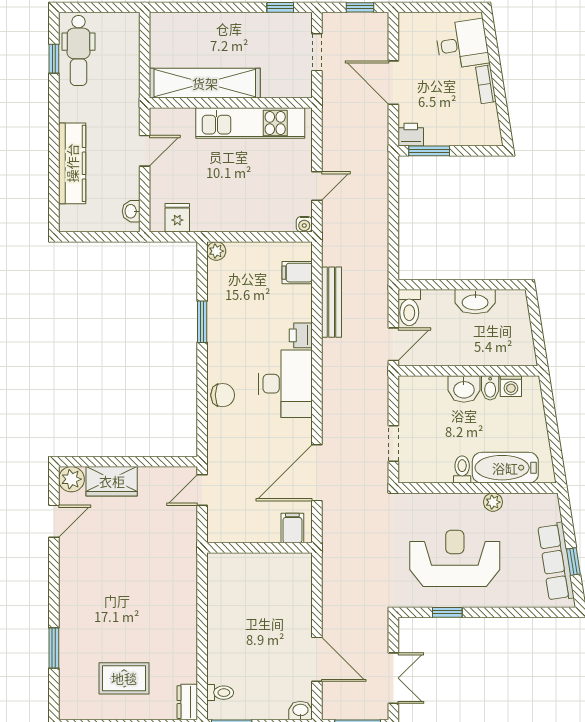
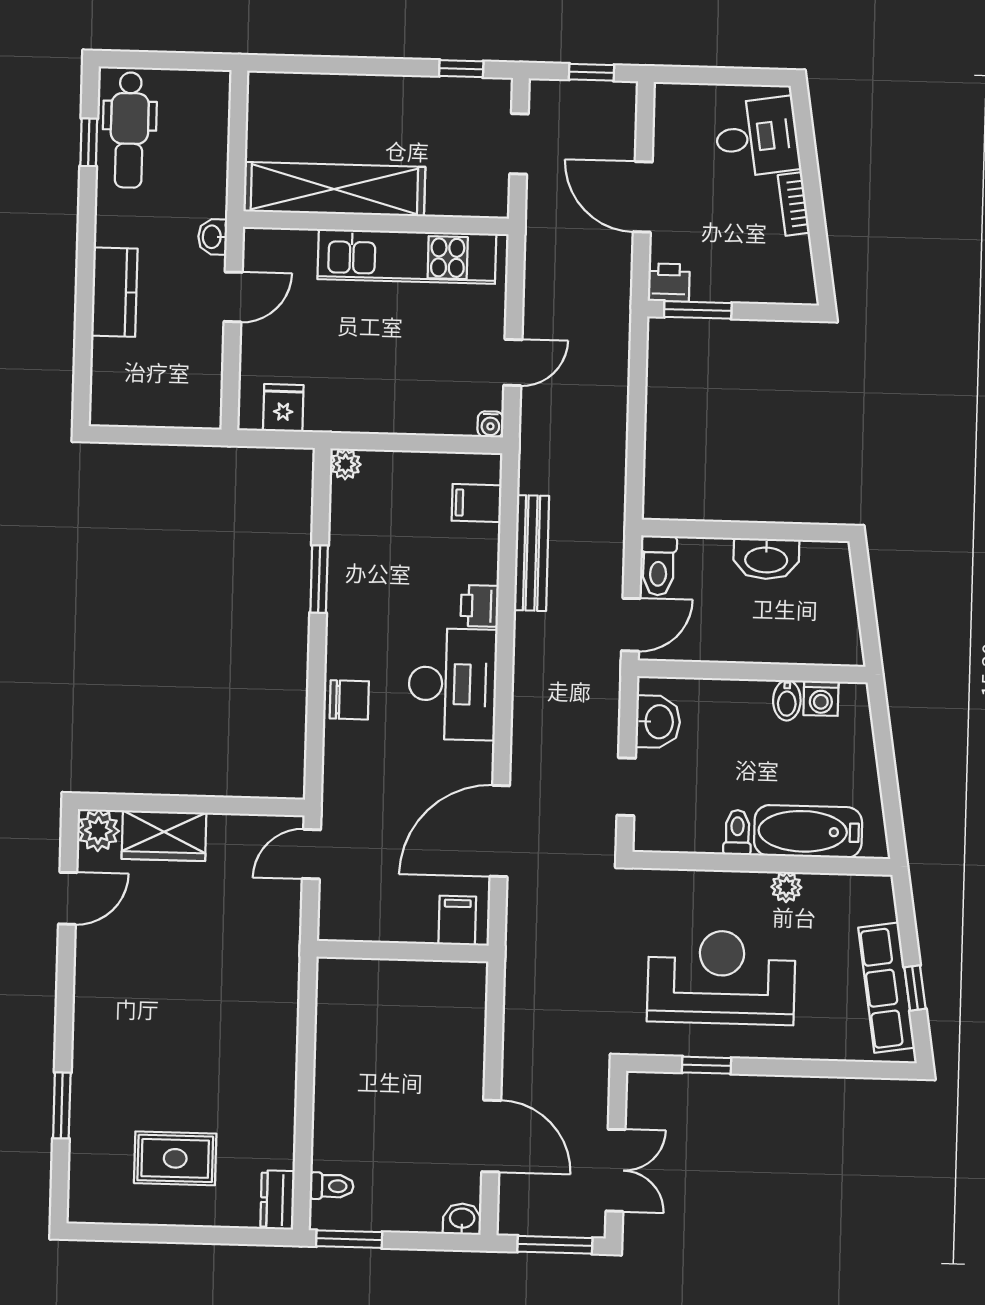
kitchen counter: (72, 163) -> (114, 292), width x0.67
washbasin: (131, 211) -> (213, 237), moved
washbasin: (464, 389) -> (658, 722), moved, turned -90

